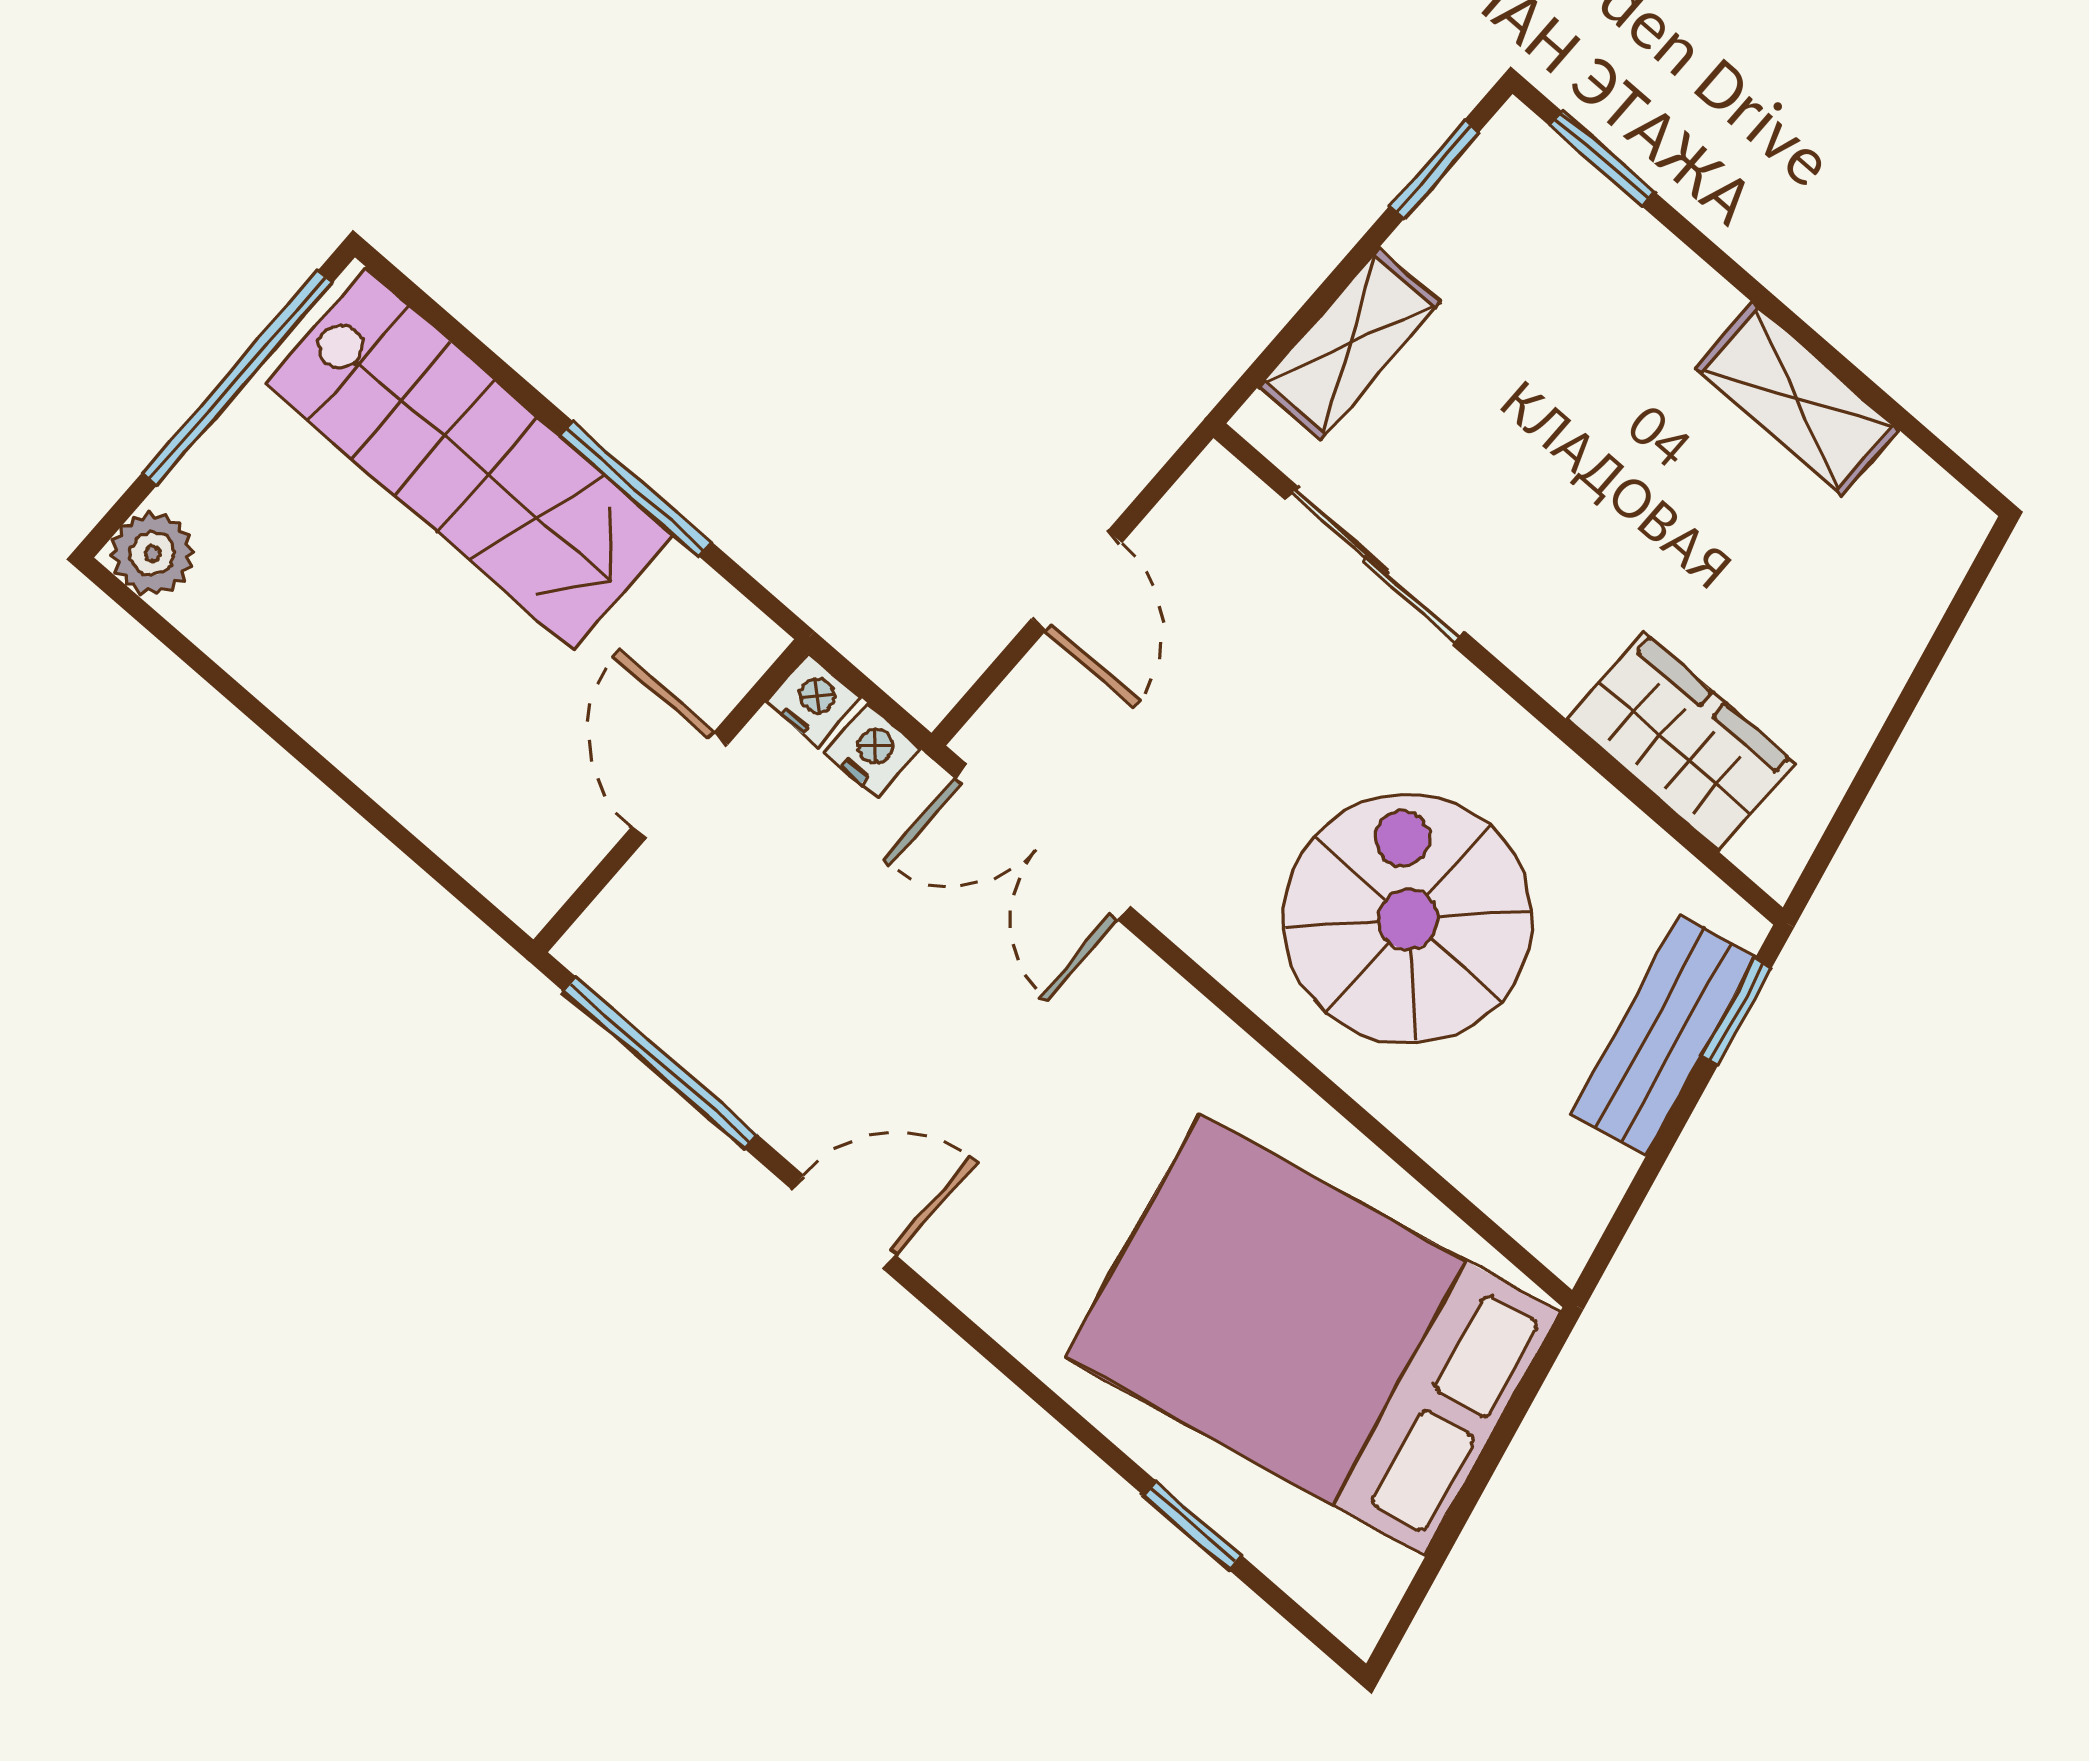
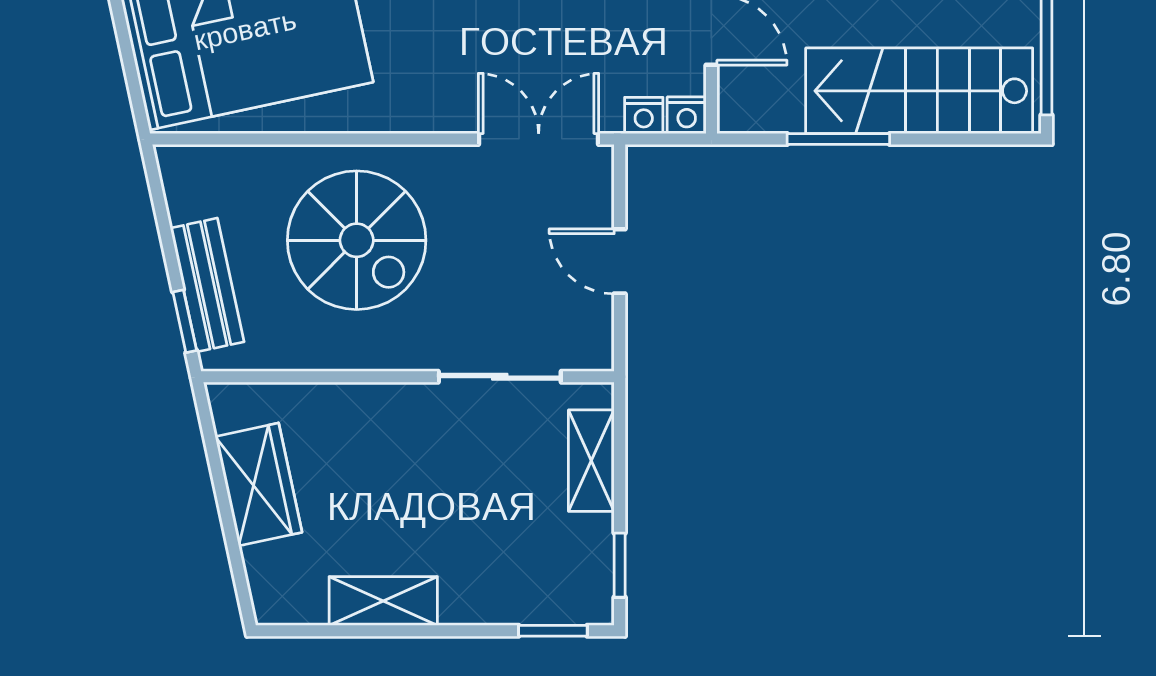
wardrobe: (1681, 741) -> (259, 484), moved, turned -102

